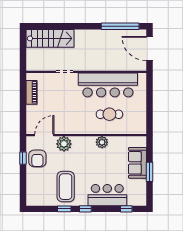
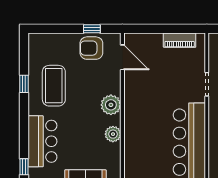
cafe table: (109, 114) -> (150, 144), removed
plant: (64, 144) -> (111, 105), moved
coffee table: (66, 187) -> (54, 86), turned 90
window: (85, 209) -> (24, 112), removed

